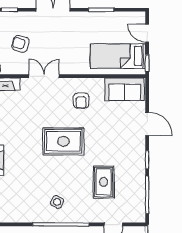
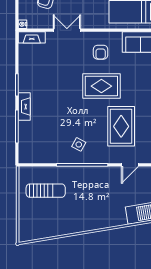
rug: (63, 141) -> (101, 86), moved
rug: (104, 182) -> (121, 126), width x1.36, depth x1.43

